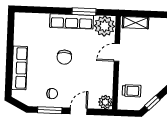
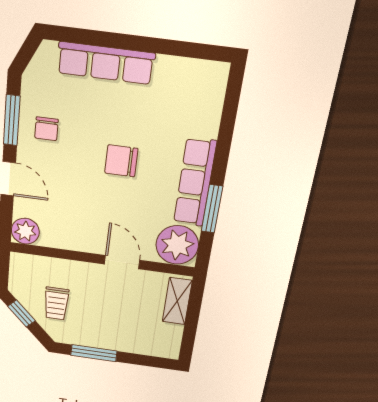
trolley: (132, 91) -> (56, 304), moved

